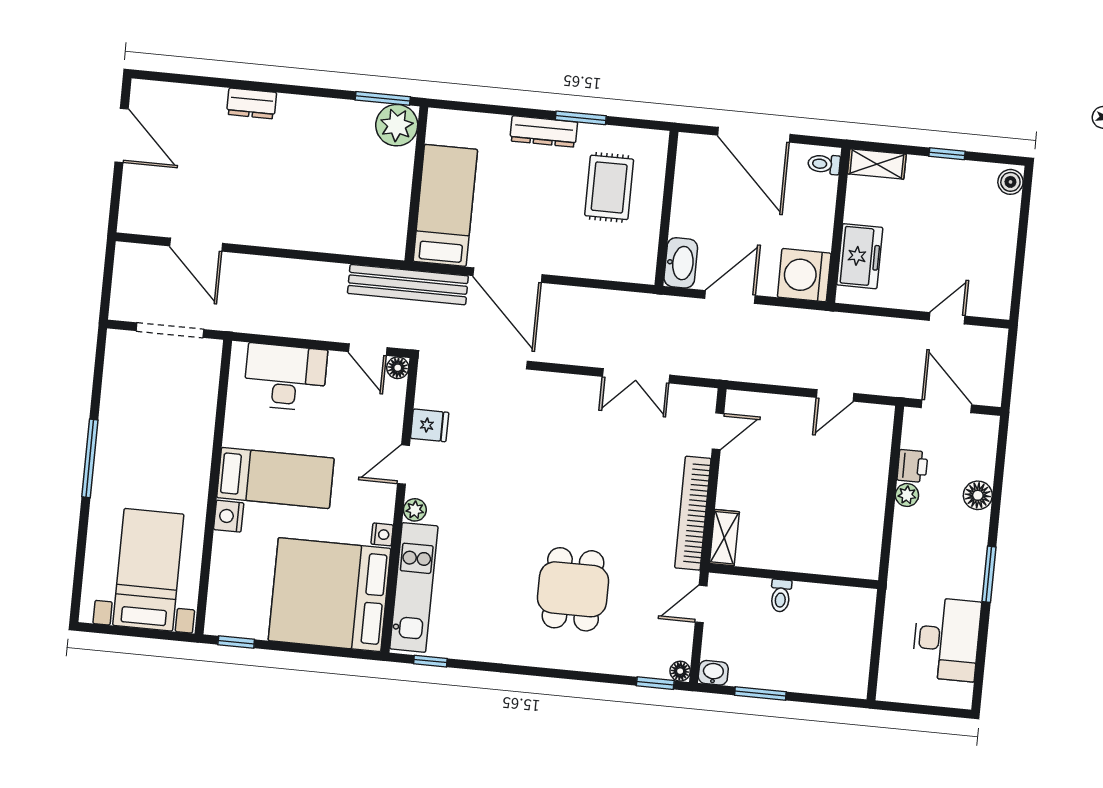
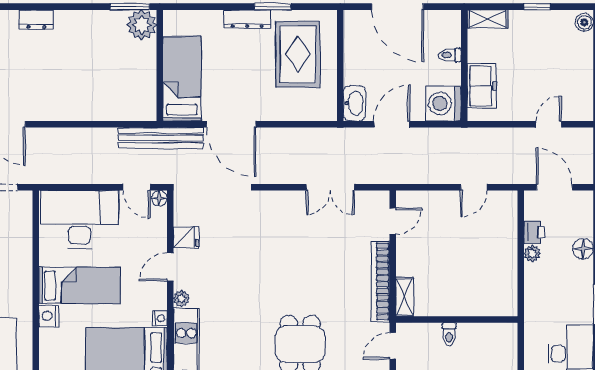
toilet: (824, 164) -> (450, 55), moved
rug: (609, 187) -> (298, 54), width x1.36, depth x1.43
desk: (285, 377) -> (80, 219), width x1.36, depth x1.30

